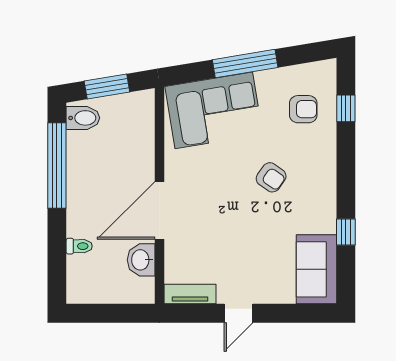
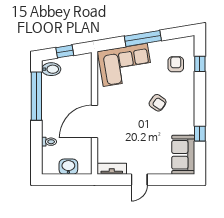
window: (107, 86) -> (65, 51), width x0.67
armchair: (303, 109) -> (176, 64), turned -90
washbasin: (141, 260) -> (68, 167), moved, turned 90

